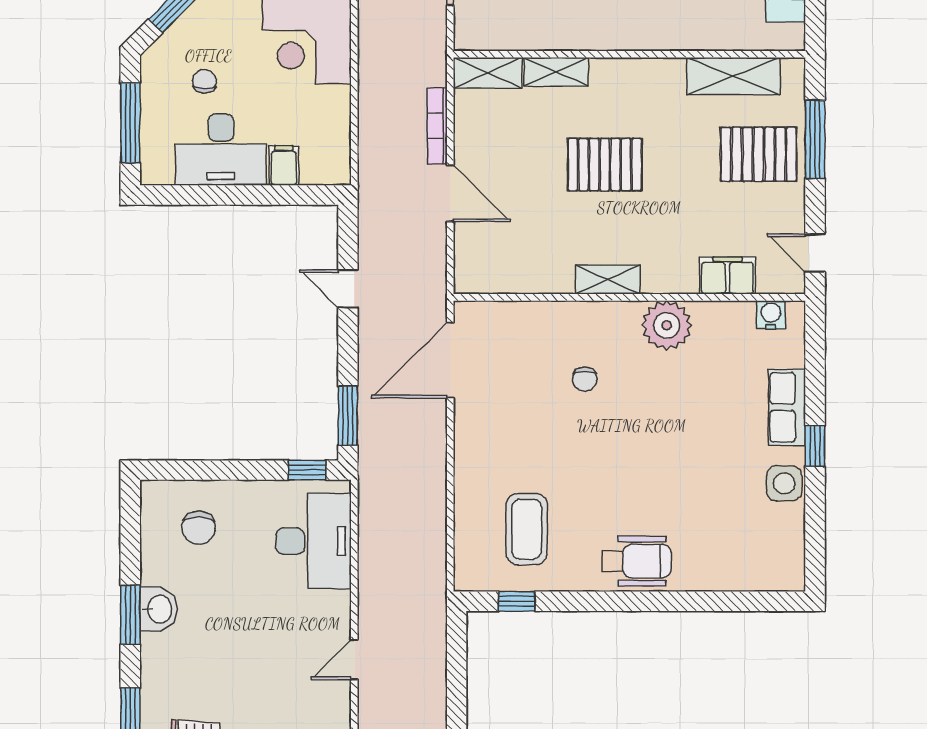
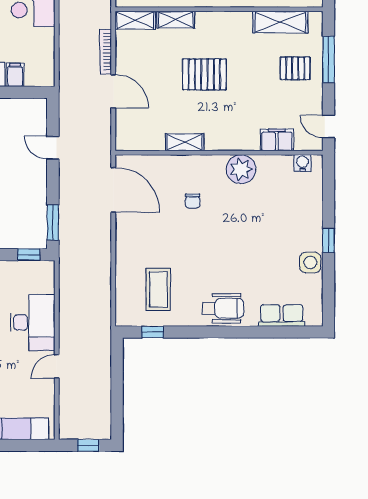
pallet: (759, 154) -> (295, 68), width x0.67, depth x0.71
shelving: (608, 280) -> (185, 142), moved
door: (450, 360) -> (113, 190), swing flipped
row of seats: (787, 407) -> (282, 316), moved, turned 90
desk: (314, 541) -> (33, 322), moved

